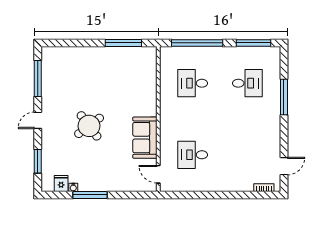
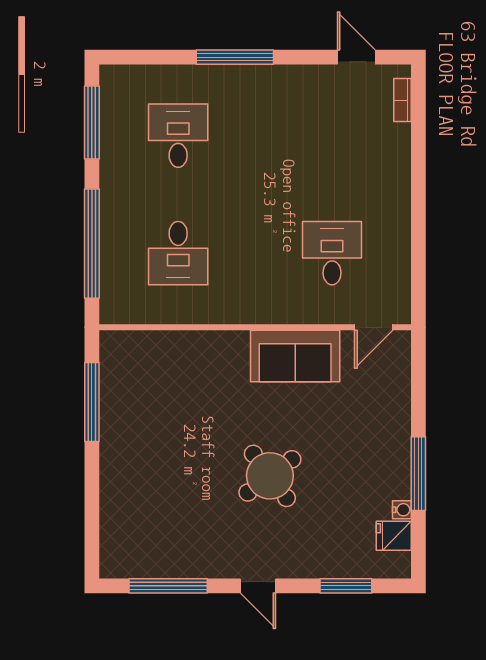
window: (284, 97) -> (235, 57), moved
desk: (193, 155) -> (332, 253), turned 180

